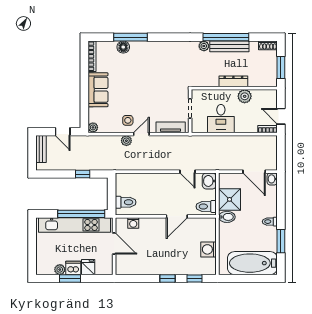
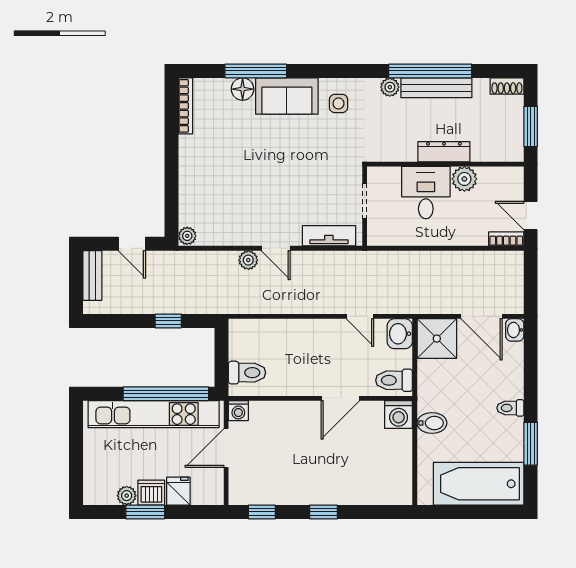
sofa: (98, 90) -> (287, 96), moved, turned 90
desk: (221, 119) -> (426, 193), moved, turned 180
side table: (128, 120) -> (338, 103), moved
door: (141, 134) -> (276, 248), swing flipped
shower: (230, 199) -> (437, 339), moved
bidet: (227, 217) -> (432, 423), moved
washing machine: (133, 223) -> (238, 411), moved
door: (114, 244) -> (226, 448), swing flipped
washing machine: (209, 249) -> (399, 414), moved, turned -90
window: (195, 279) -> (262, 512), moved

